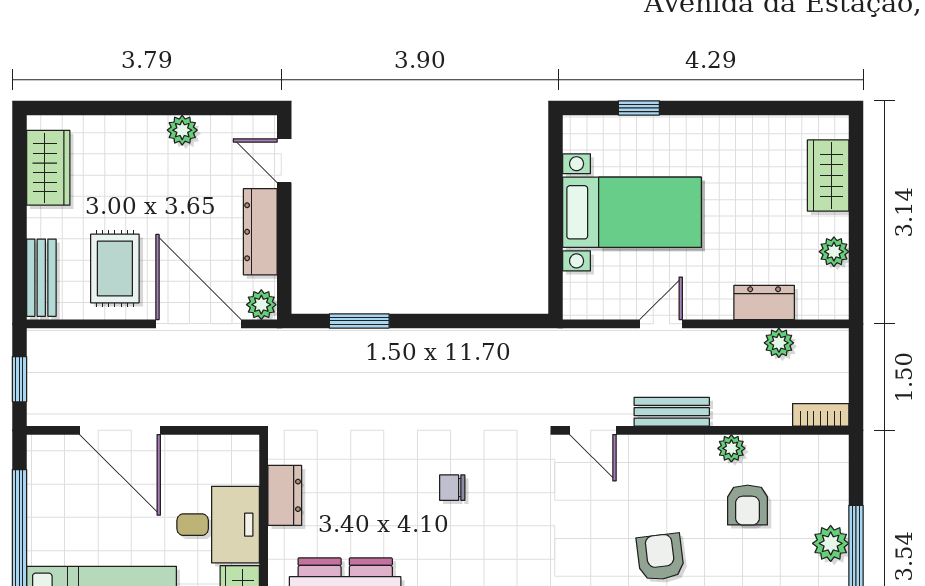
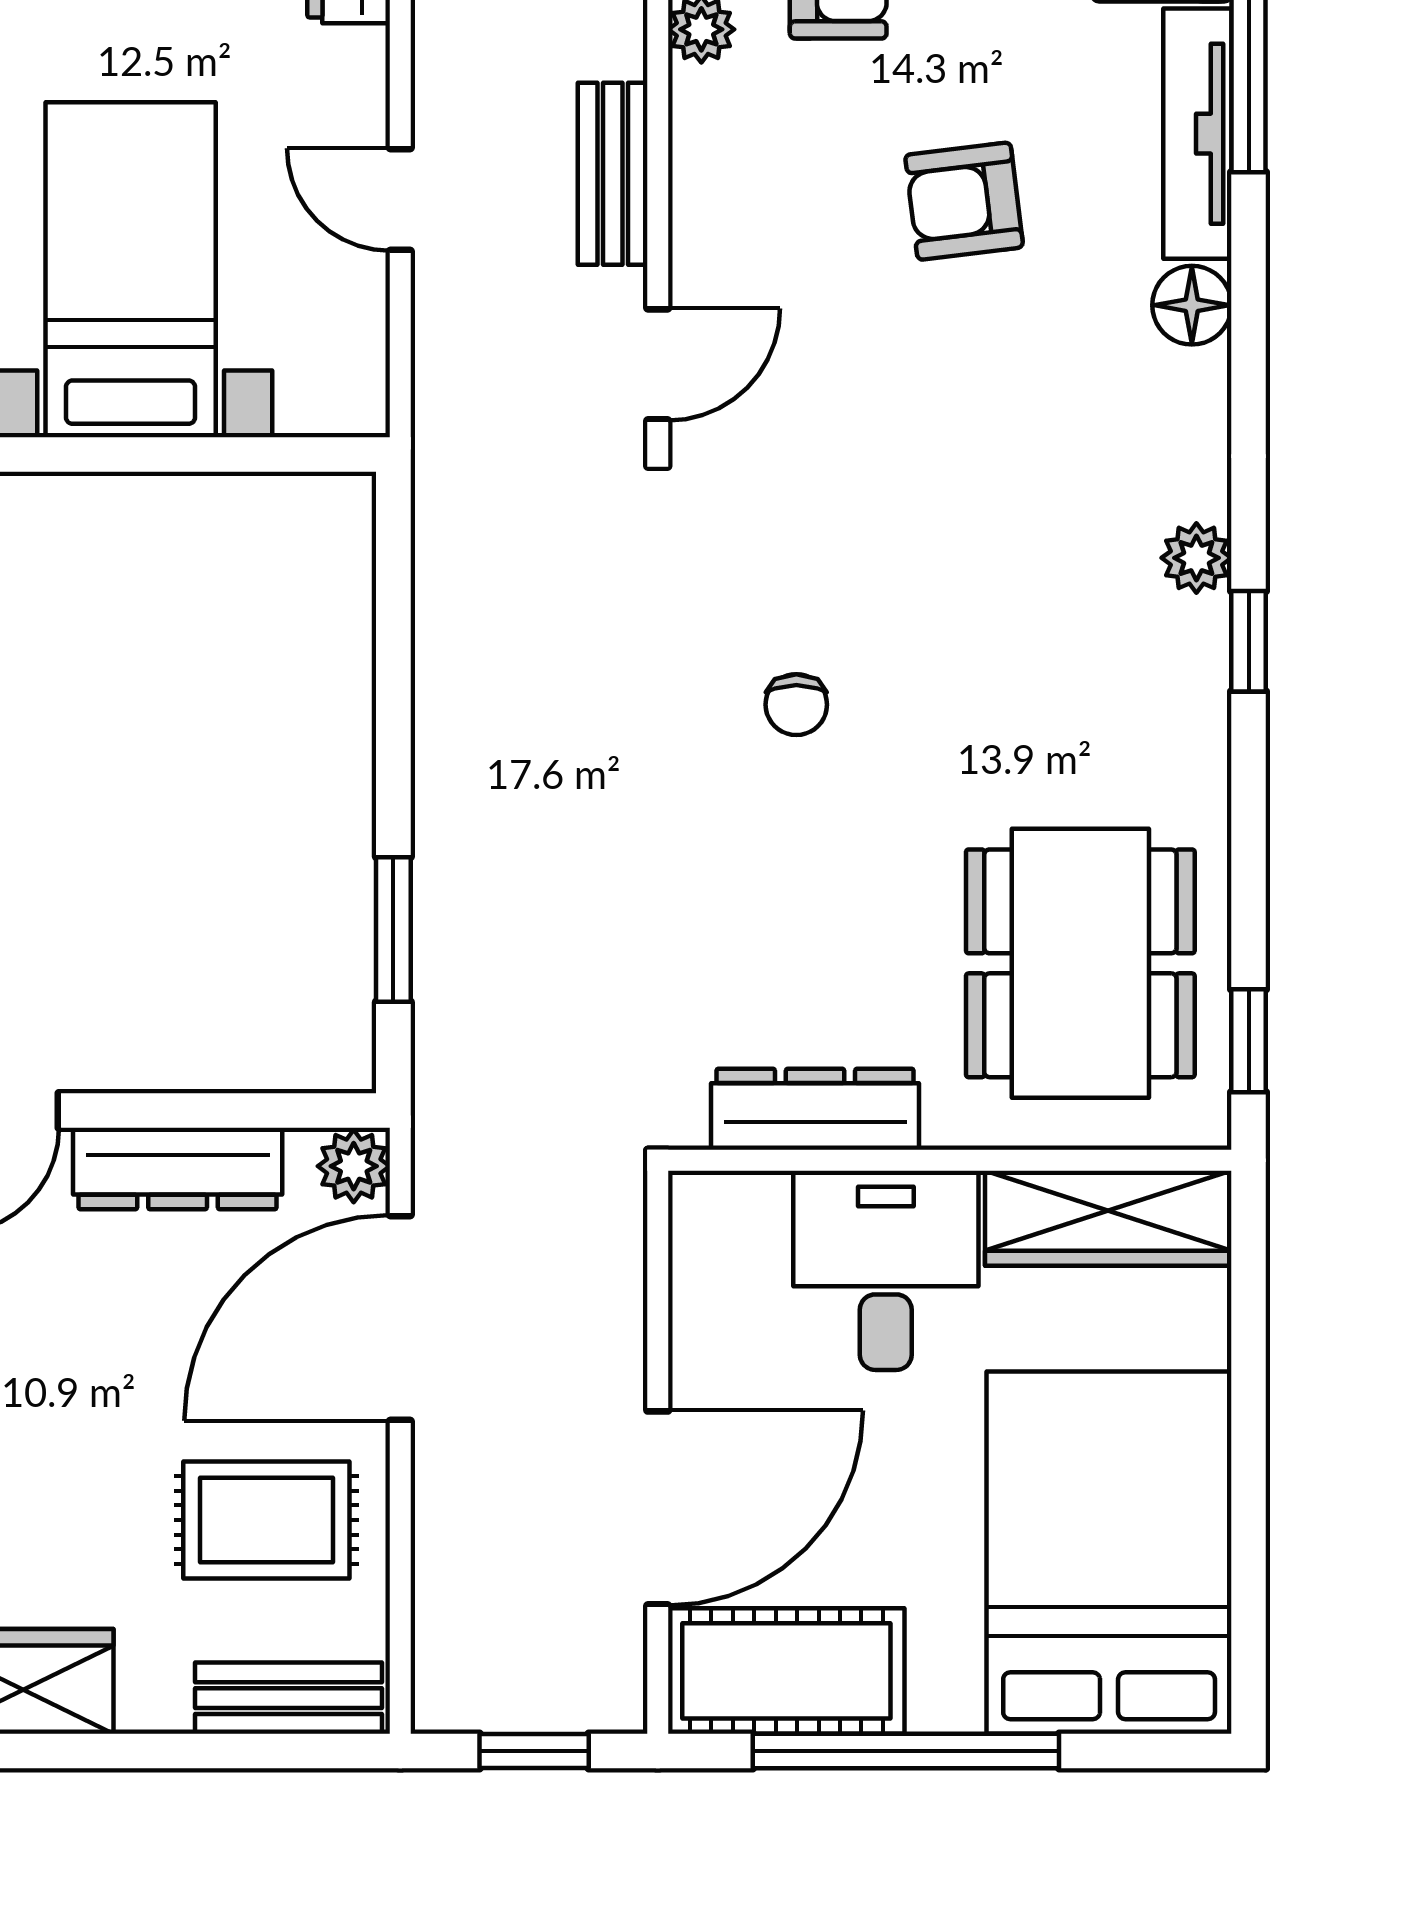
cot: (53, 483) -> (786, 1671), added
dresser: (285, 495) -> (815, 1109), width x1.44

